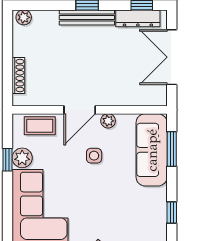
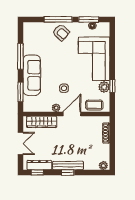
double door: (172, 57) -> (21, 143), width x0.73
wardrobe: (134, 96) -> (42, 122), added
sofa: (152, 150) -> (32, 75), moved
window: (172, 212) -> (21, 56), width x2.17

